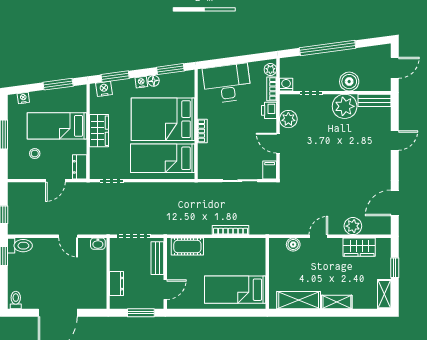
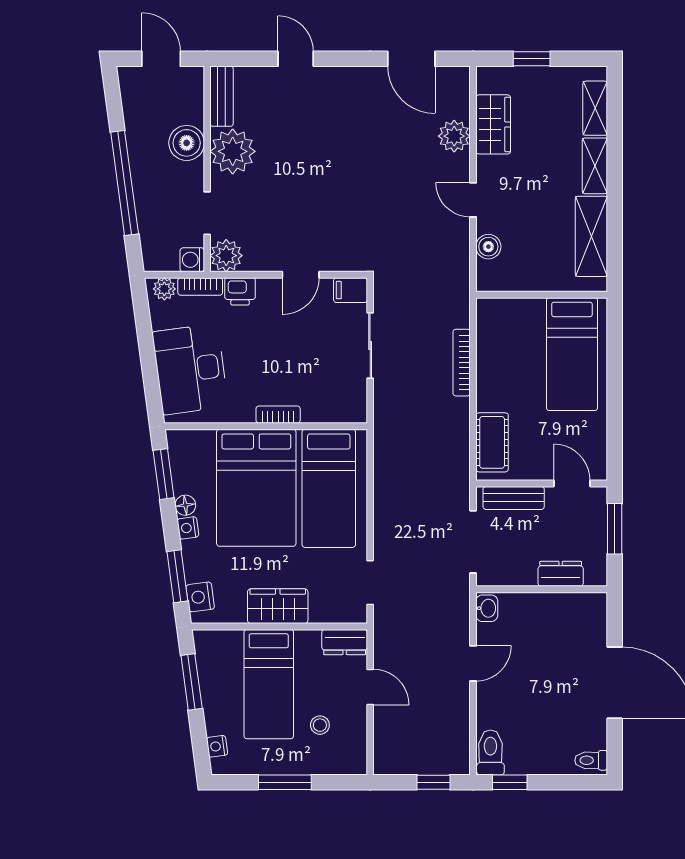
plant: (288, 119) -> (226, 256), moved
shelving: (384, 294) -> (595, 108), moved, turned 90

